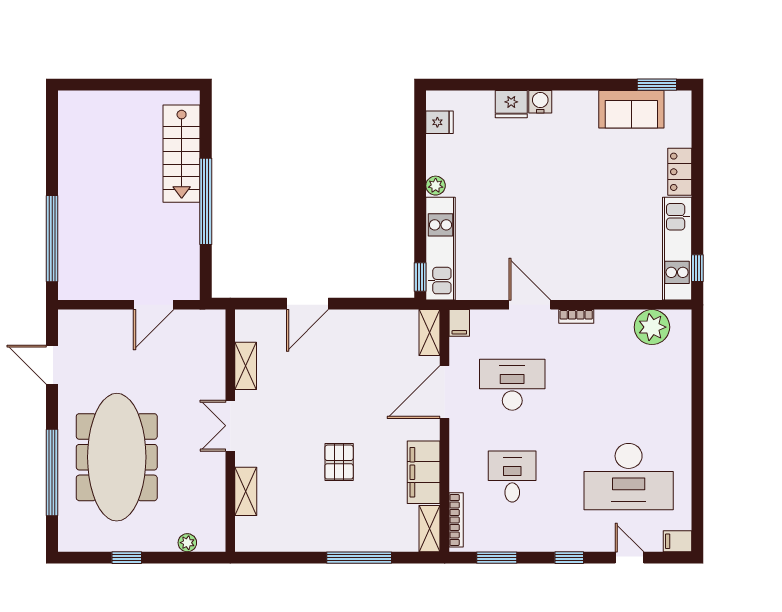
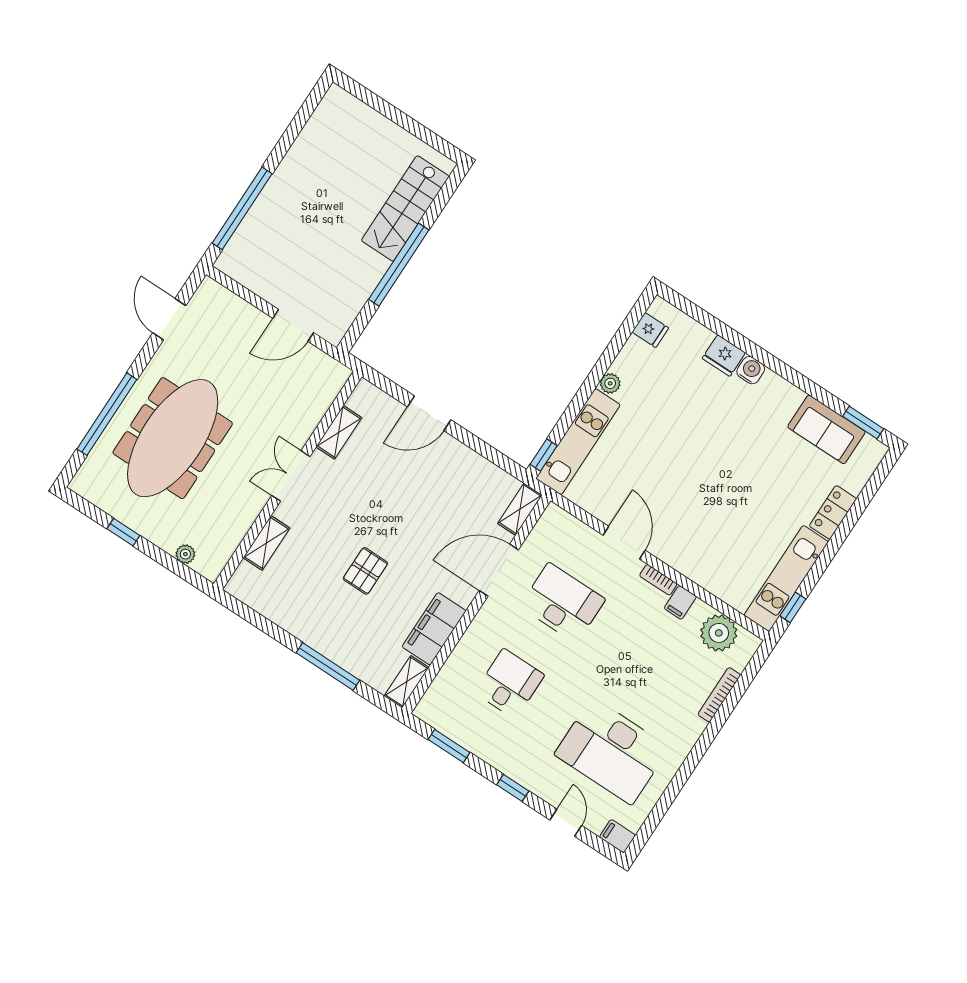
filing cabinet: (459, 323) -> (680, 602), moved
bookcase: (456, 520) -> (719, 695), moved, turned 180

